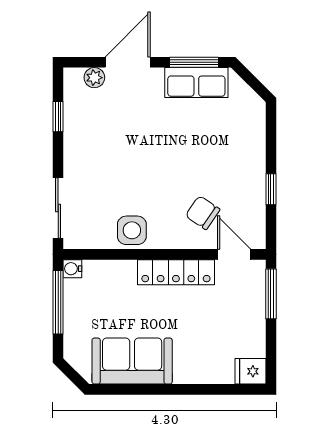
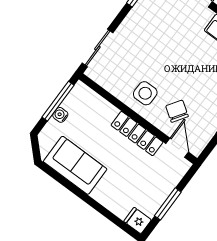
side table: (132, 230) -> (145, 93), moved
water cooler: (72, 269) -> (60, 115), moved
window: (271, 294) -> (168, 204), moved

